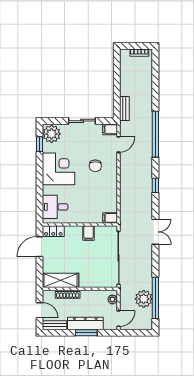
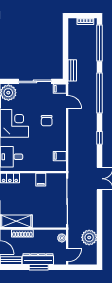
sliding door: (82, 121) -> (35, 81), width x1.37
door: (119, 145) -> (67, 102), hinge flipped
filing cabinet: (110, 218) -> (60, 156), moved
window: (155, 298) -> (99, 43), moved

